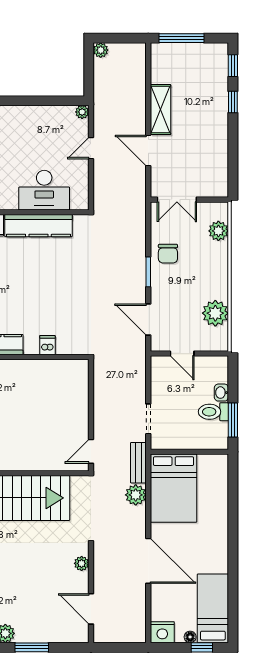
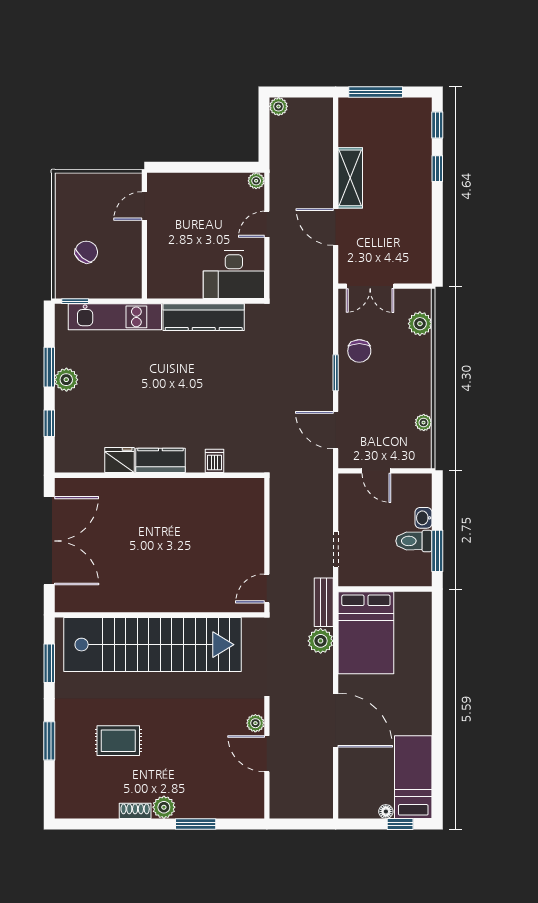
desk: (44, 190) -> (234, 275), moved
plant: (215, 313) -> (424, 423), width x0.53, depth x0.53
door: (91, 609) -> (267, 754), moved
nightstand: (162, 632) -> (352, 806), removed

